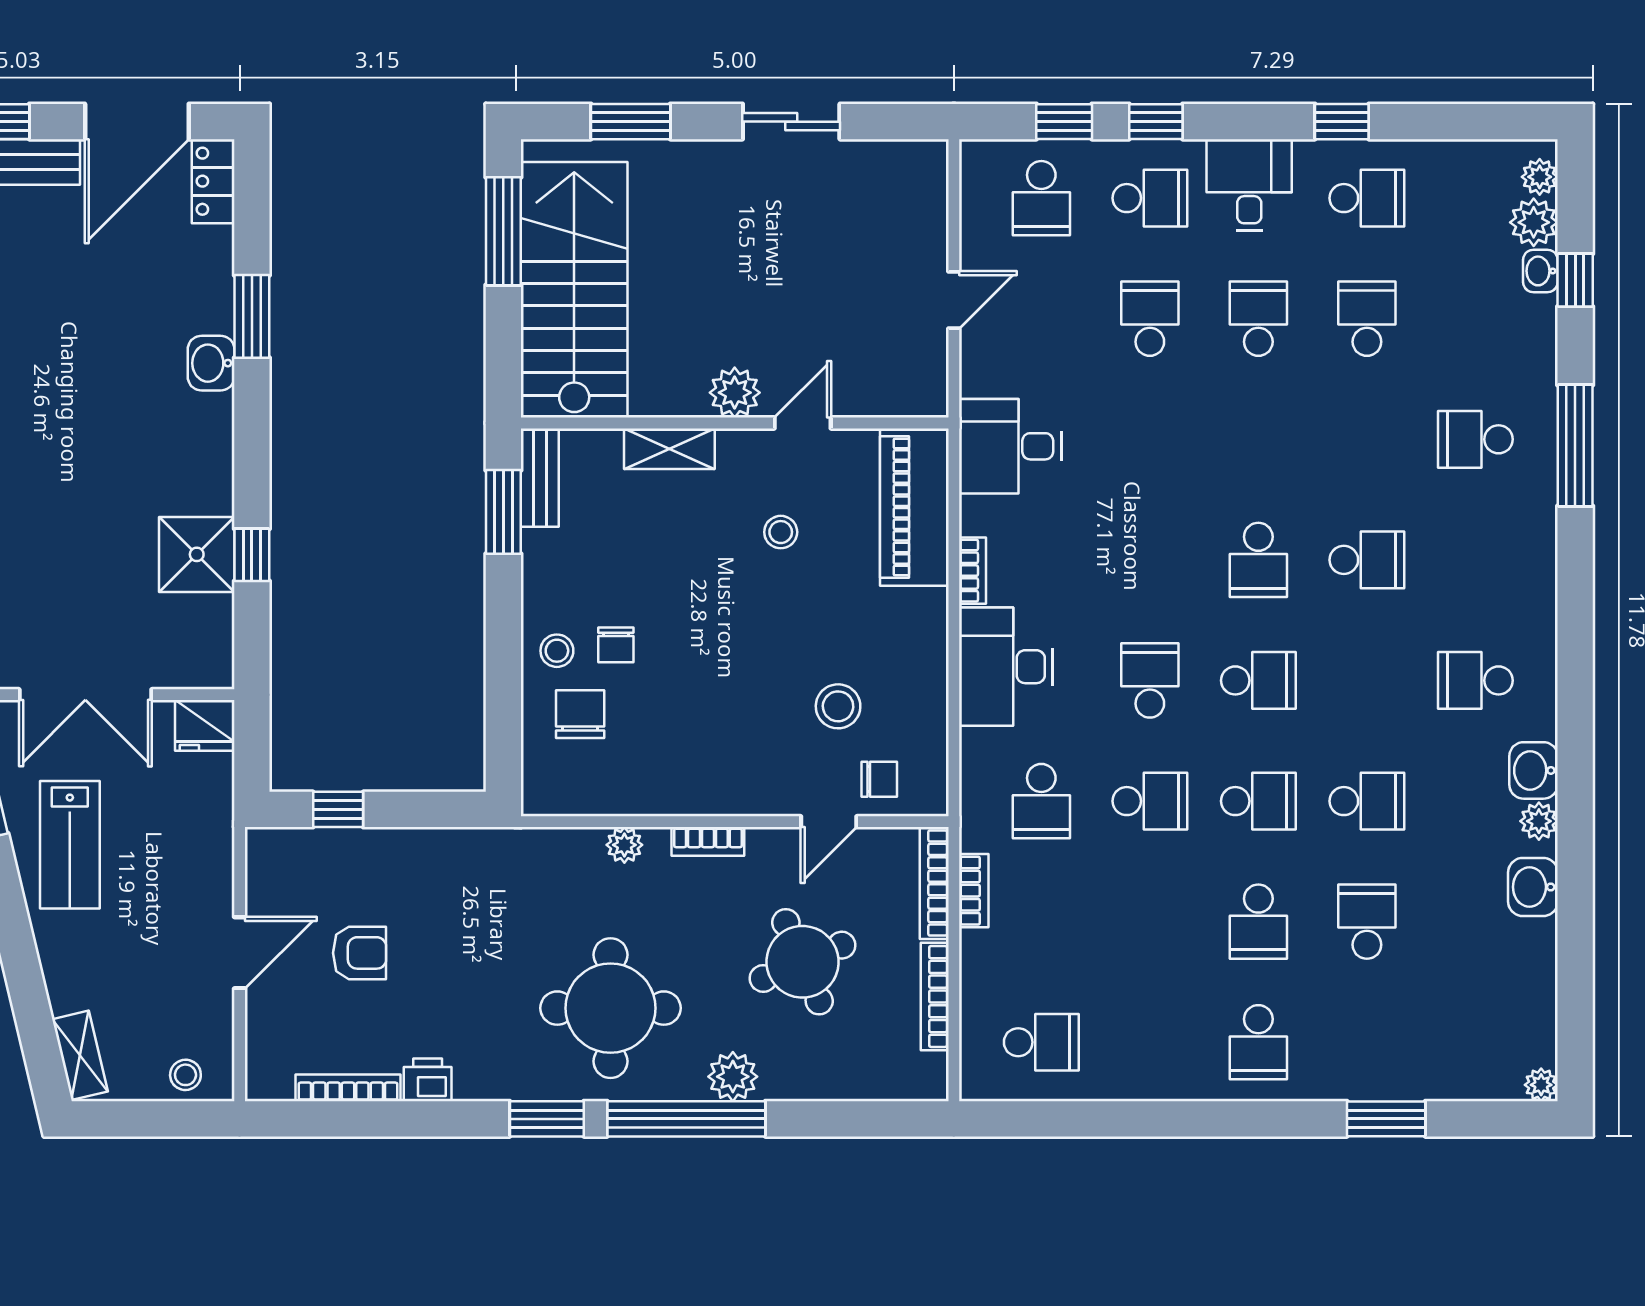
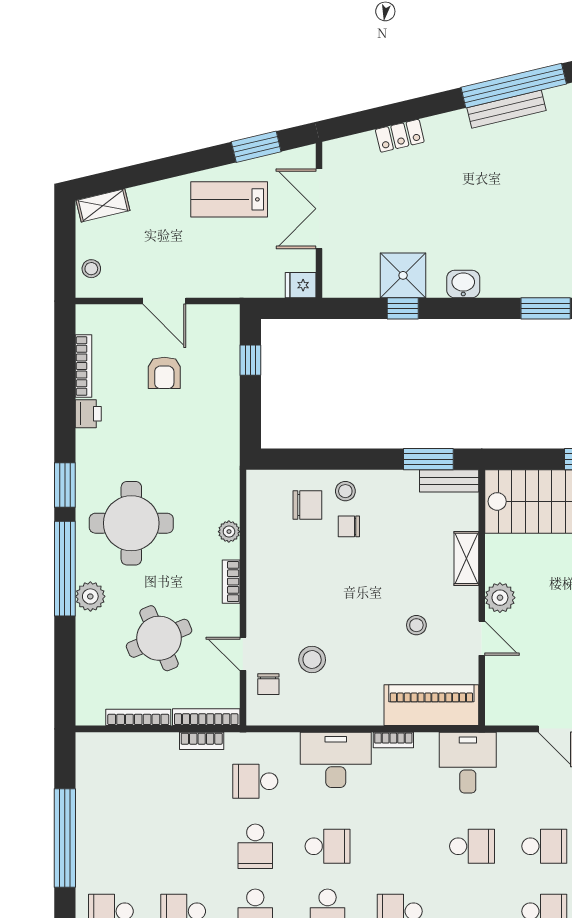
washbasin: (211, 363) -> (463, 284), moved
fridge: (205, 725) -> (301, 285), width x0.72
school desk: (1041, 1042) -> (472, 846), moved, turned -90
window: (1136, 1119) -> (65, 838), added

